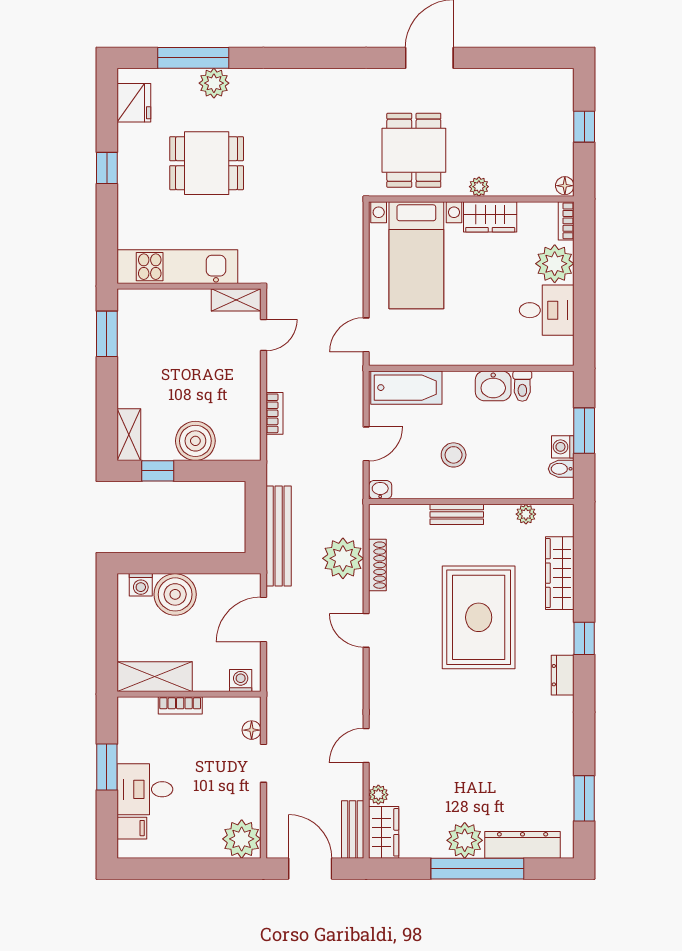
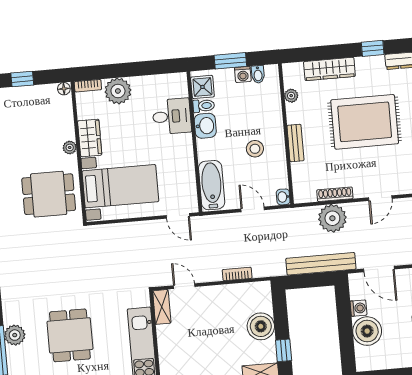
desk: (547, 310) -> (172, 116), moved, turned 90
shower: (550, 387) -> (202, 87), added
washing machine: (141, 585) -> (359, 308), moved

